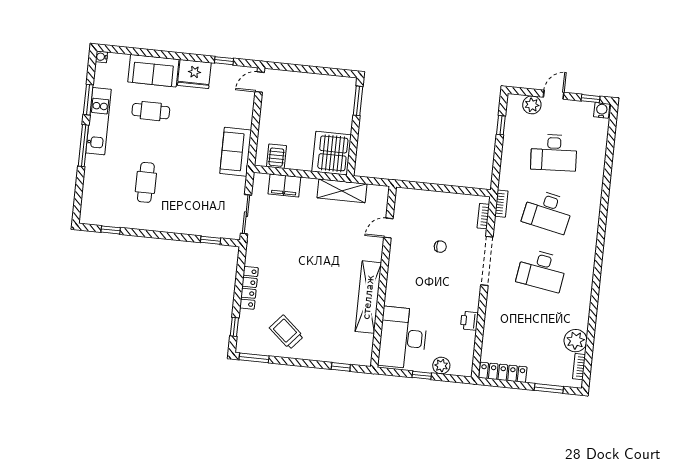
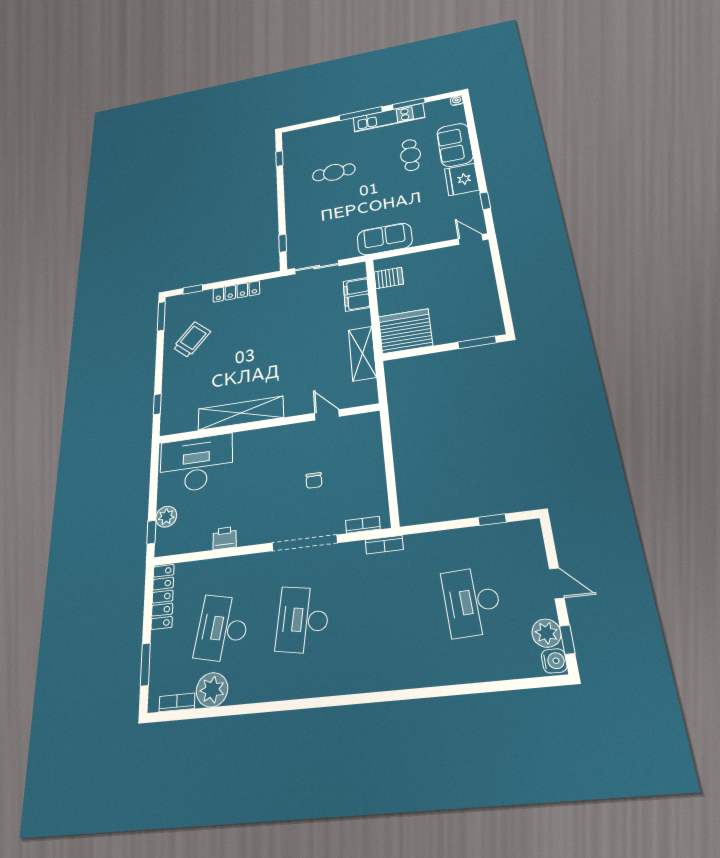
plant: (532, 105) -> (546, 633), moved
desk: (548, 211) -> (222, 629), moved
window: (422, 375) -> (151, 532), moved

